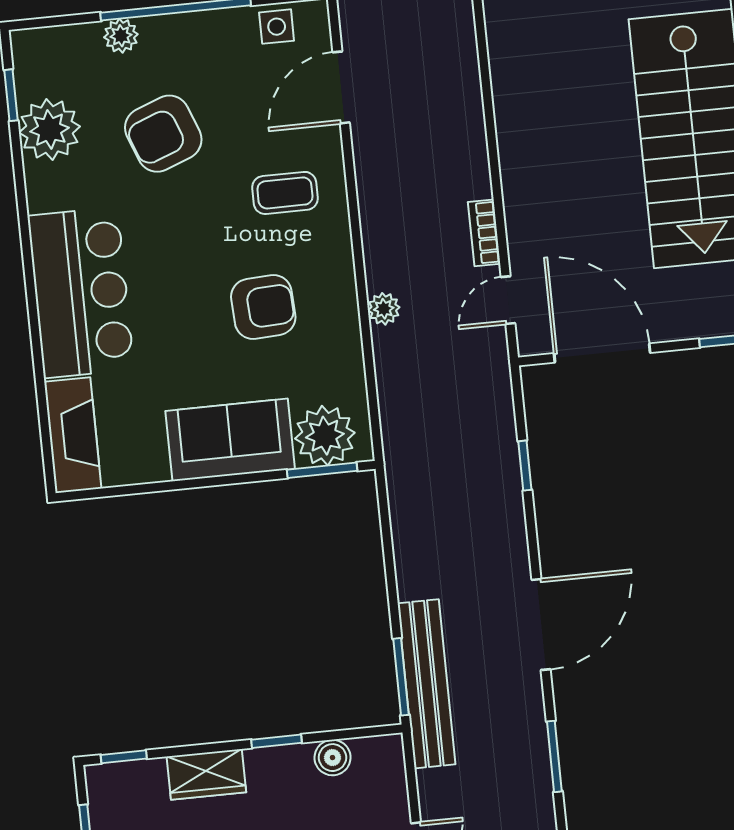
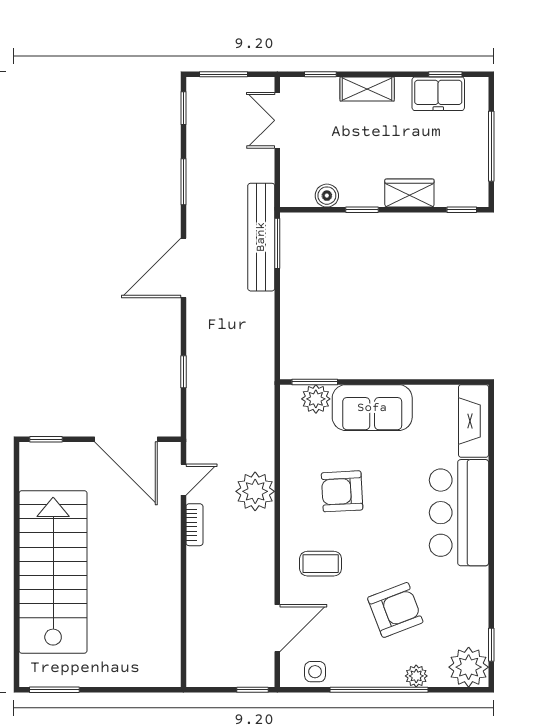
plant: (49, 130) -> (469, 667), moved
plant: (384, 309) -> (255, 491), width x1.87, depth x1.87
plant: (325, 436) -> (316, 399), width x0.73, depth x0.73

